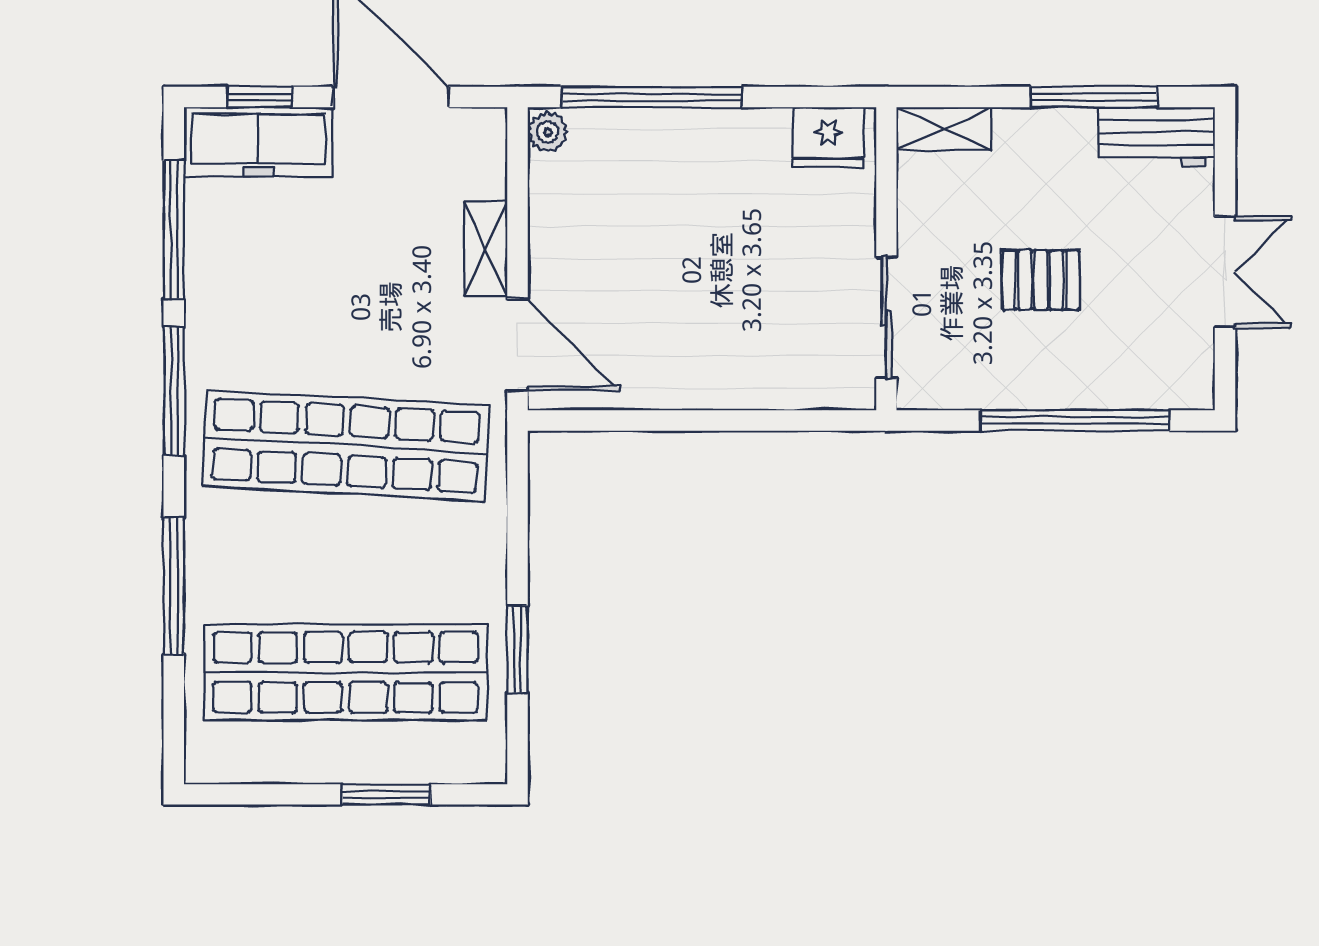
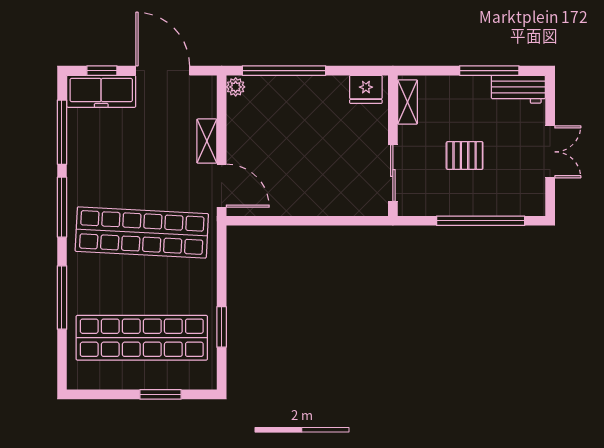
shelving: (944, 129) -> (408, 102), moved, turned 90

